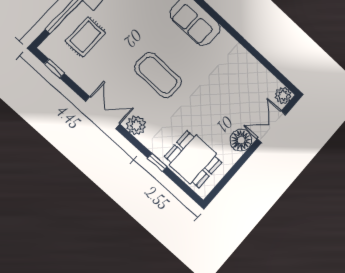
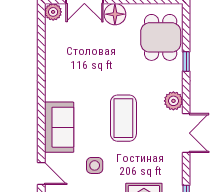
side table: (142, 20) -> (95, 165), added
double door: (103, 113) -> (186, 133), swing flipped

